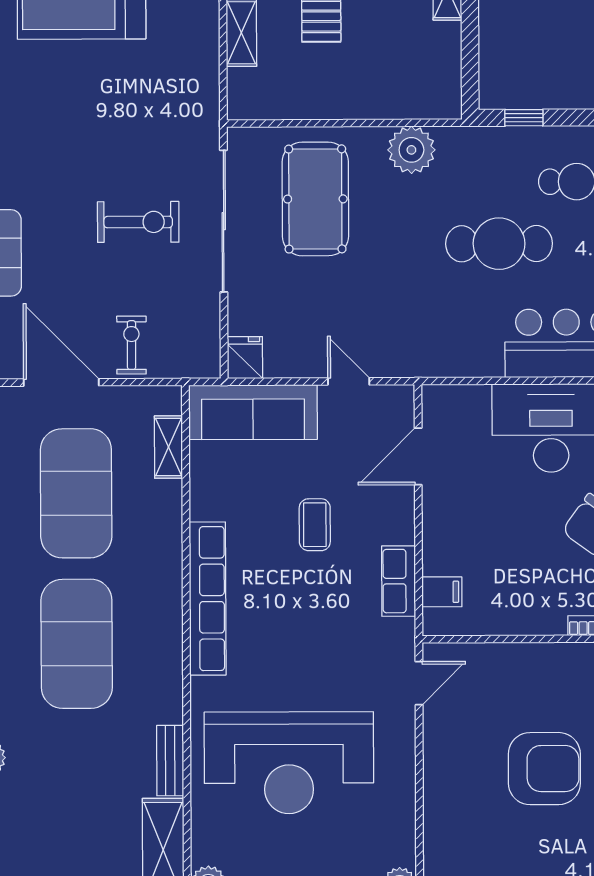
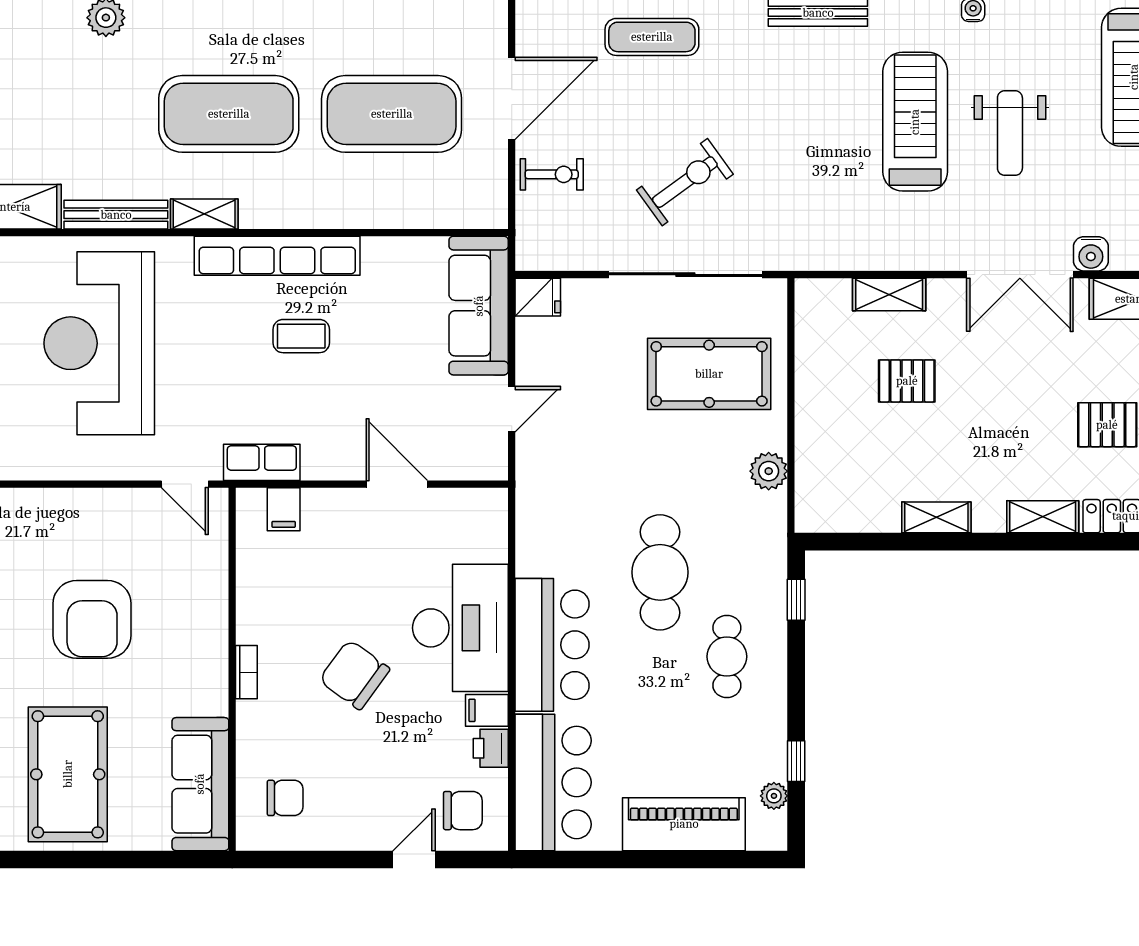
plant: (411, 150) -> (769, 471), width x0.73, depth x0.73
exercise bike: (138, 222) -> (685, 182), turned -126
shelving: (168, 447) -> (204, 214), moved
door: (418, 456) -> (397, 484), moved
coffee table: (315, 525) -> (301, 336), moved
row of seats: (399, 581) -> (262, 462), moved
bench: (170, 761) -> (116, 215), width x1.36

